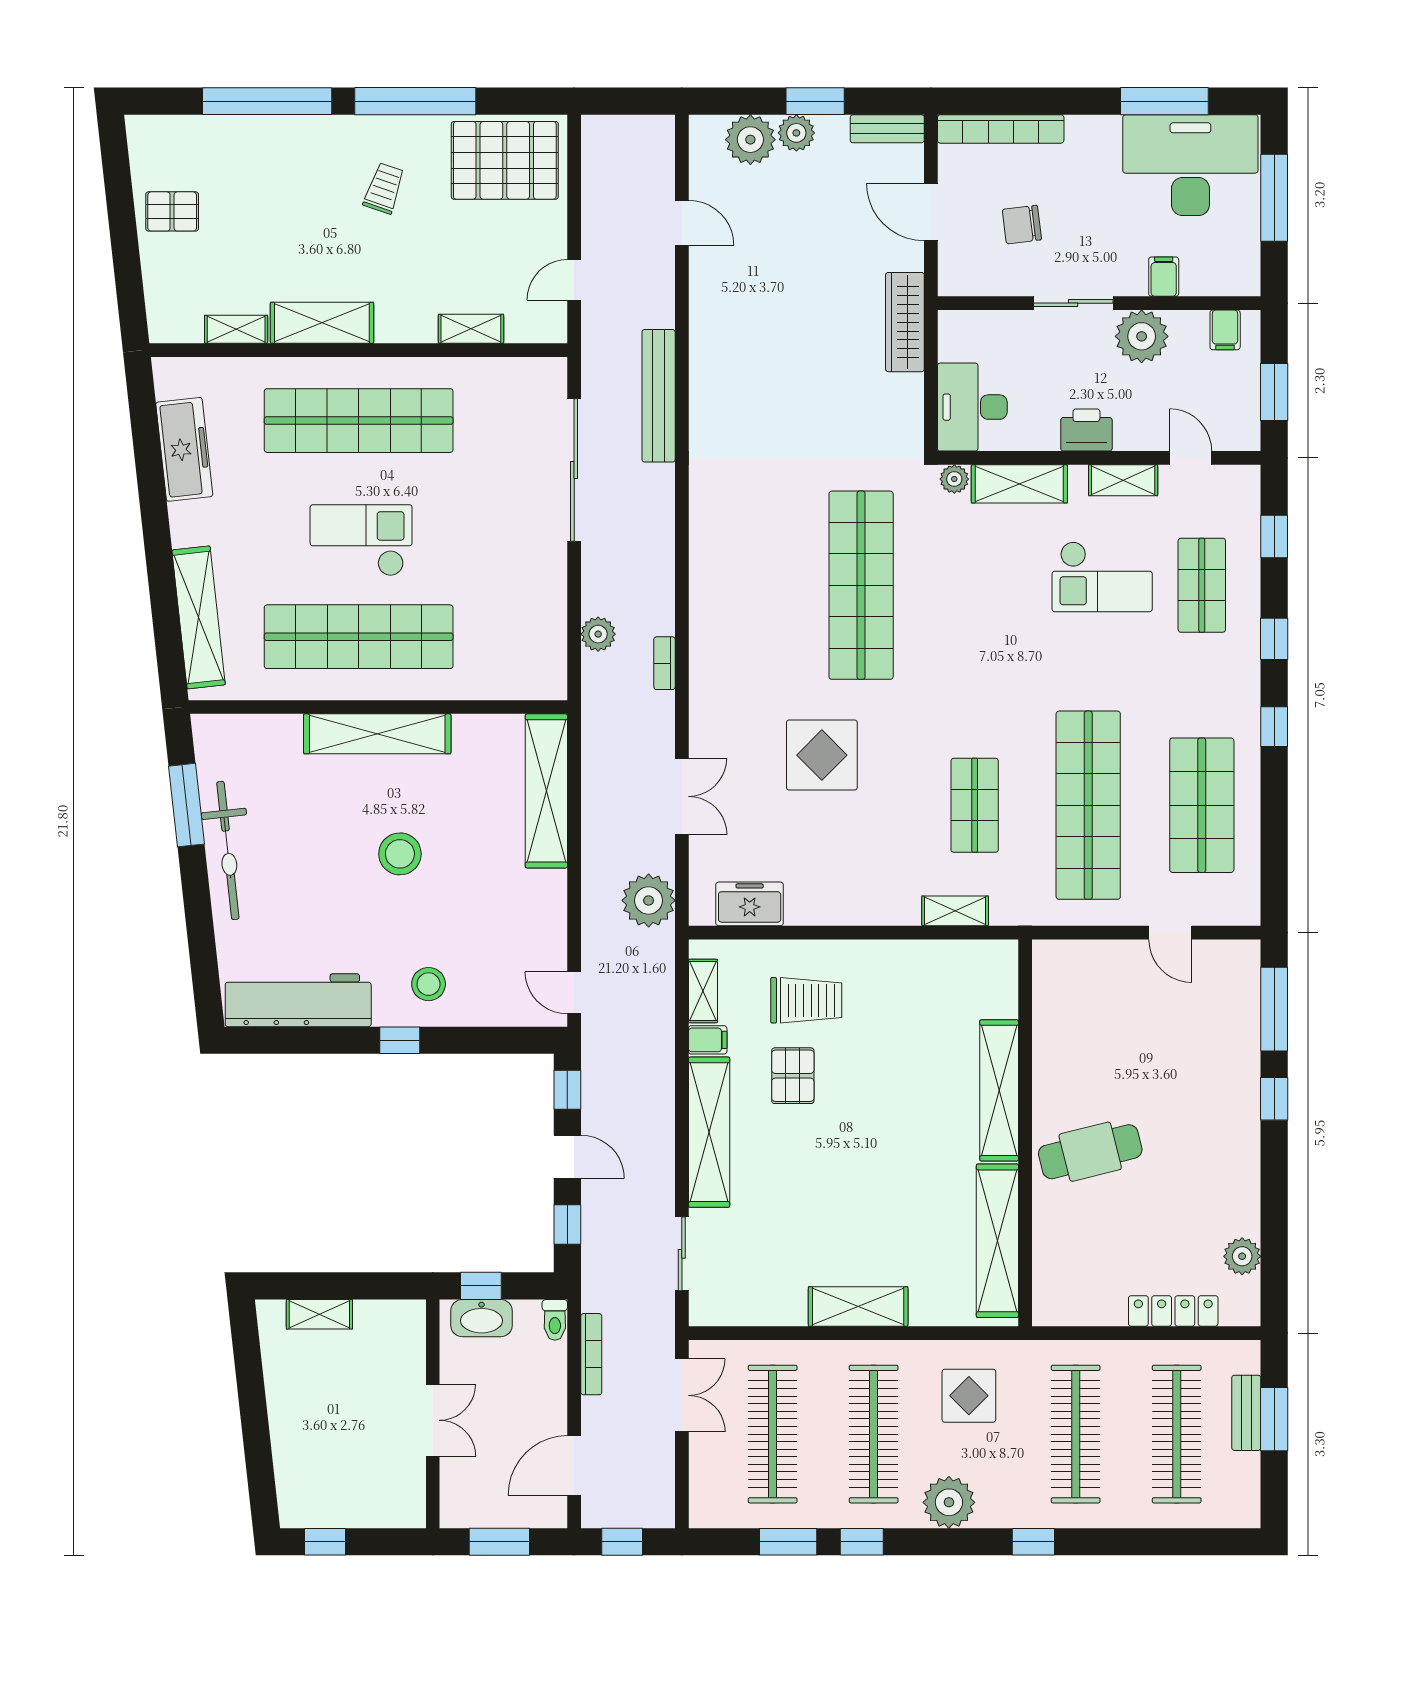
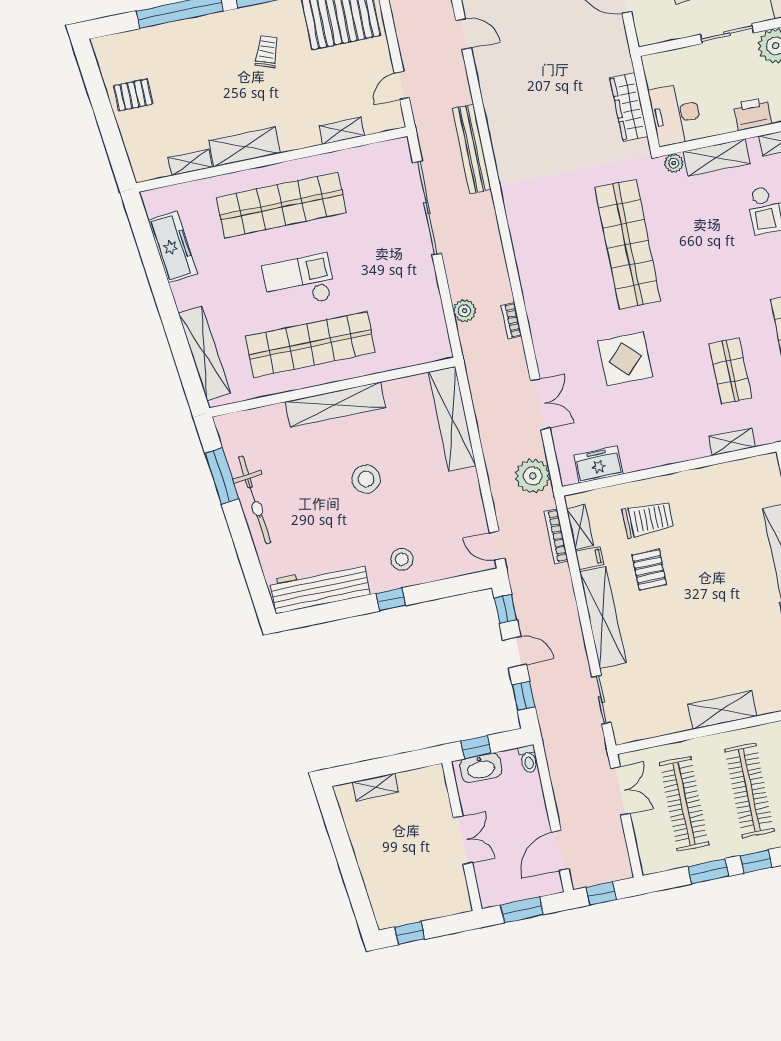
wardrobe: (905, 322) -> (629, 107), moved
bookcase: (591, 1354) -> (556, 536), moved, turned 180

